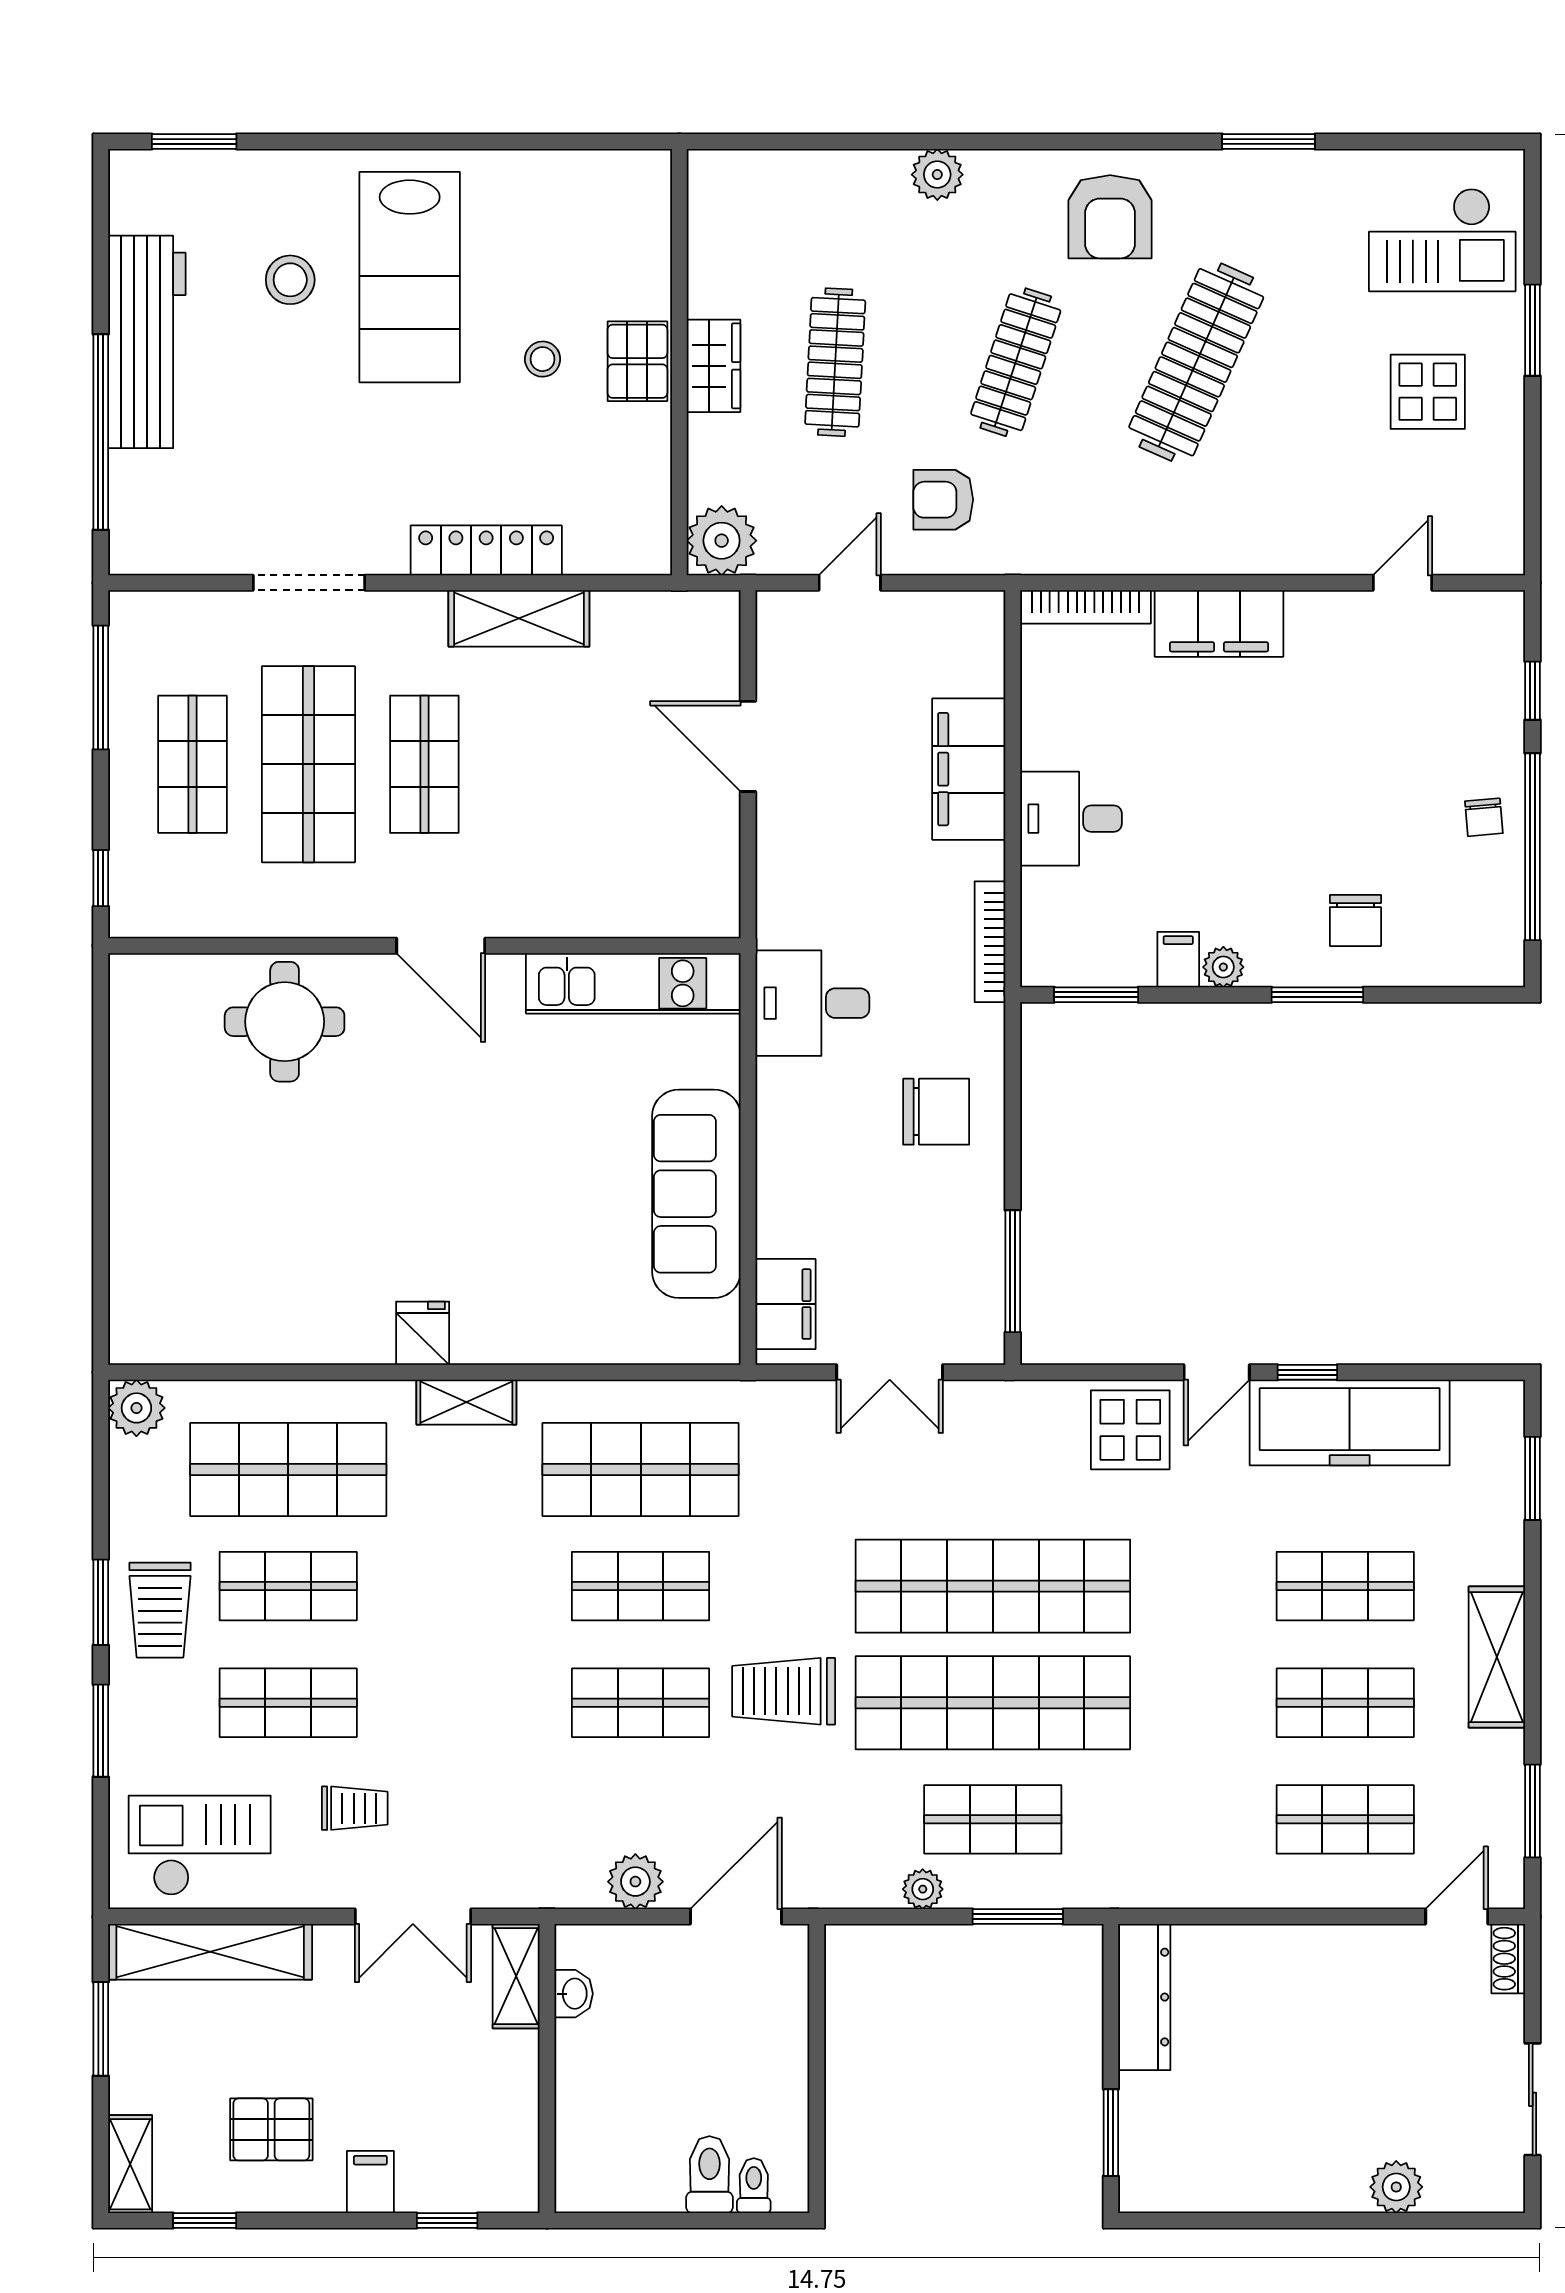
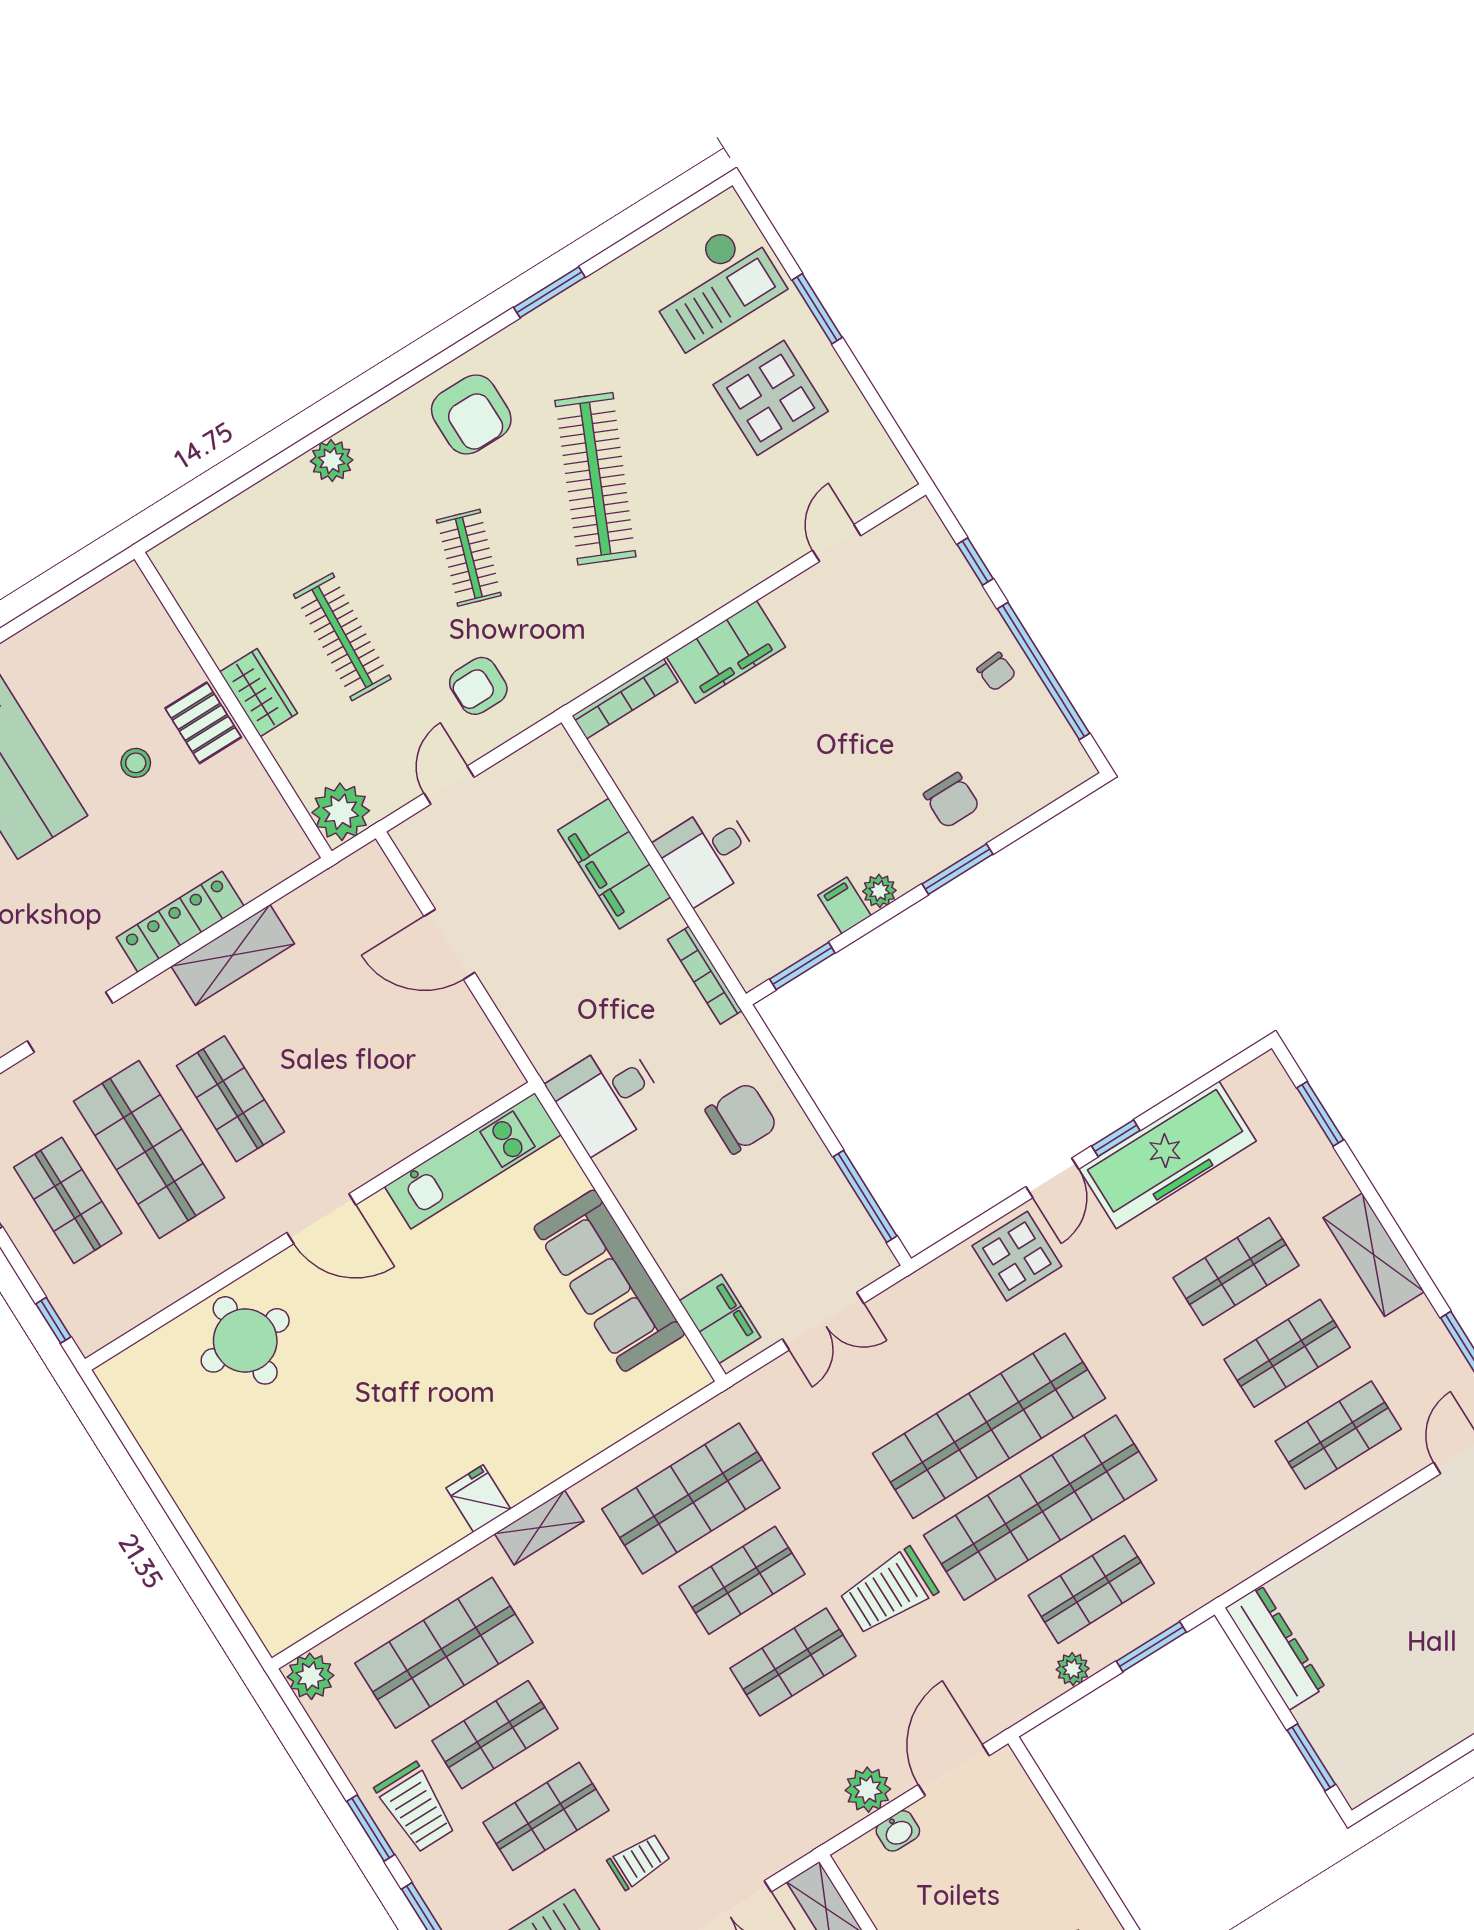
clothes rail: (1016, 362) -> (469, 558), width x0.73
display table: (1428, 392) -> (771, 398), width x1.36, depth x1.36
washbasin: (574, 1994) -> (898, 1831), moved, turned 90

